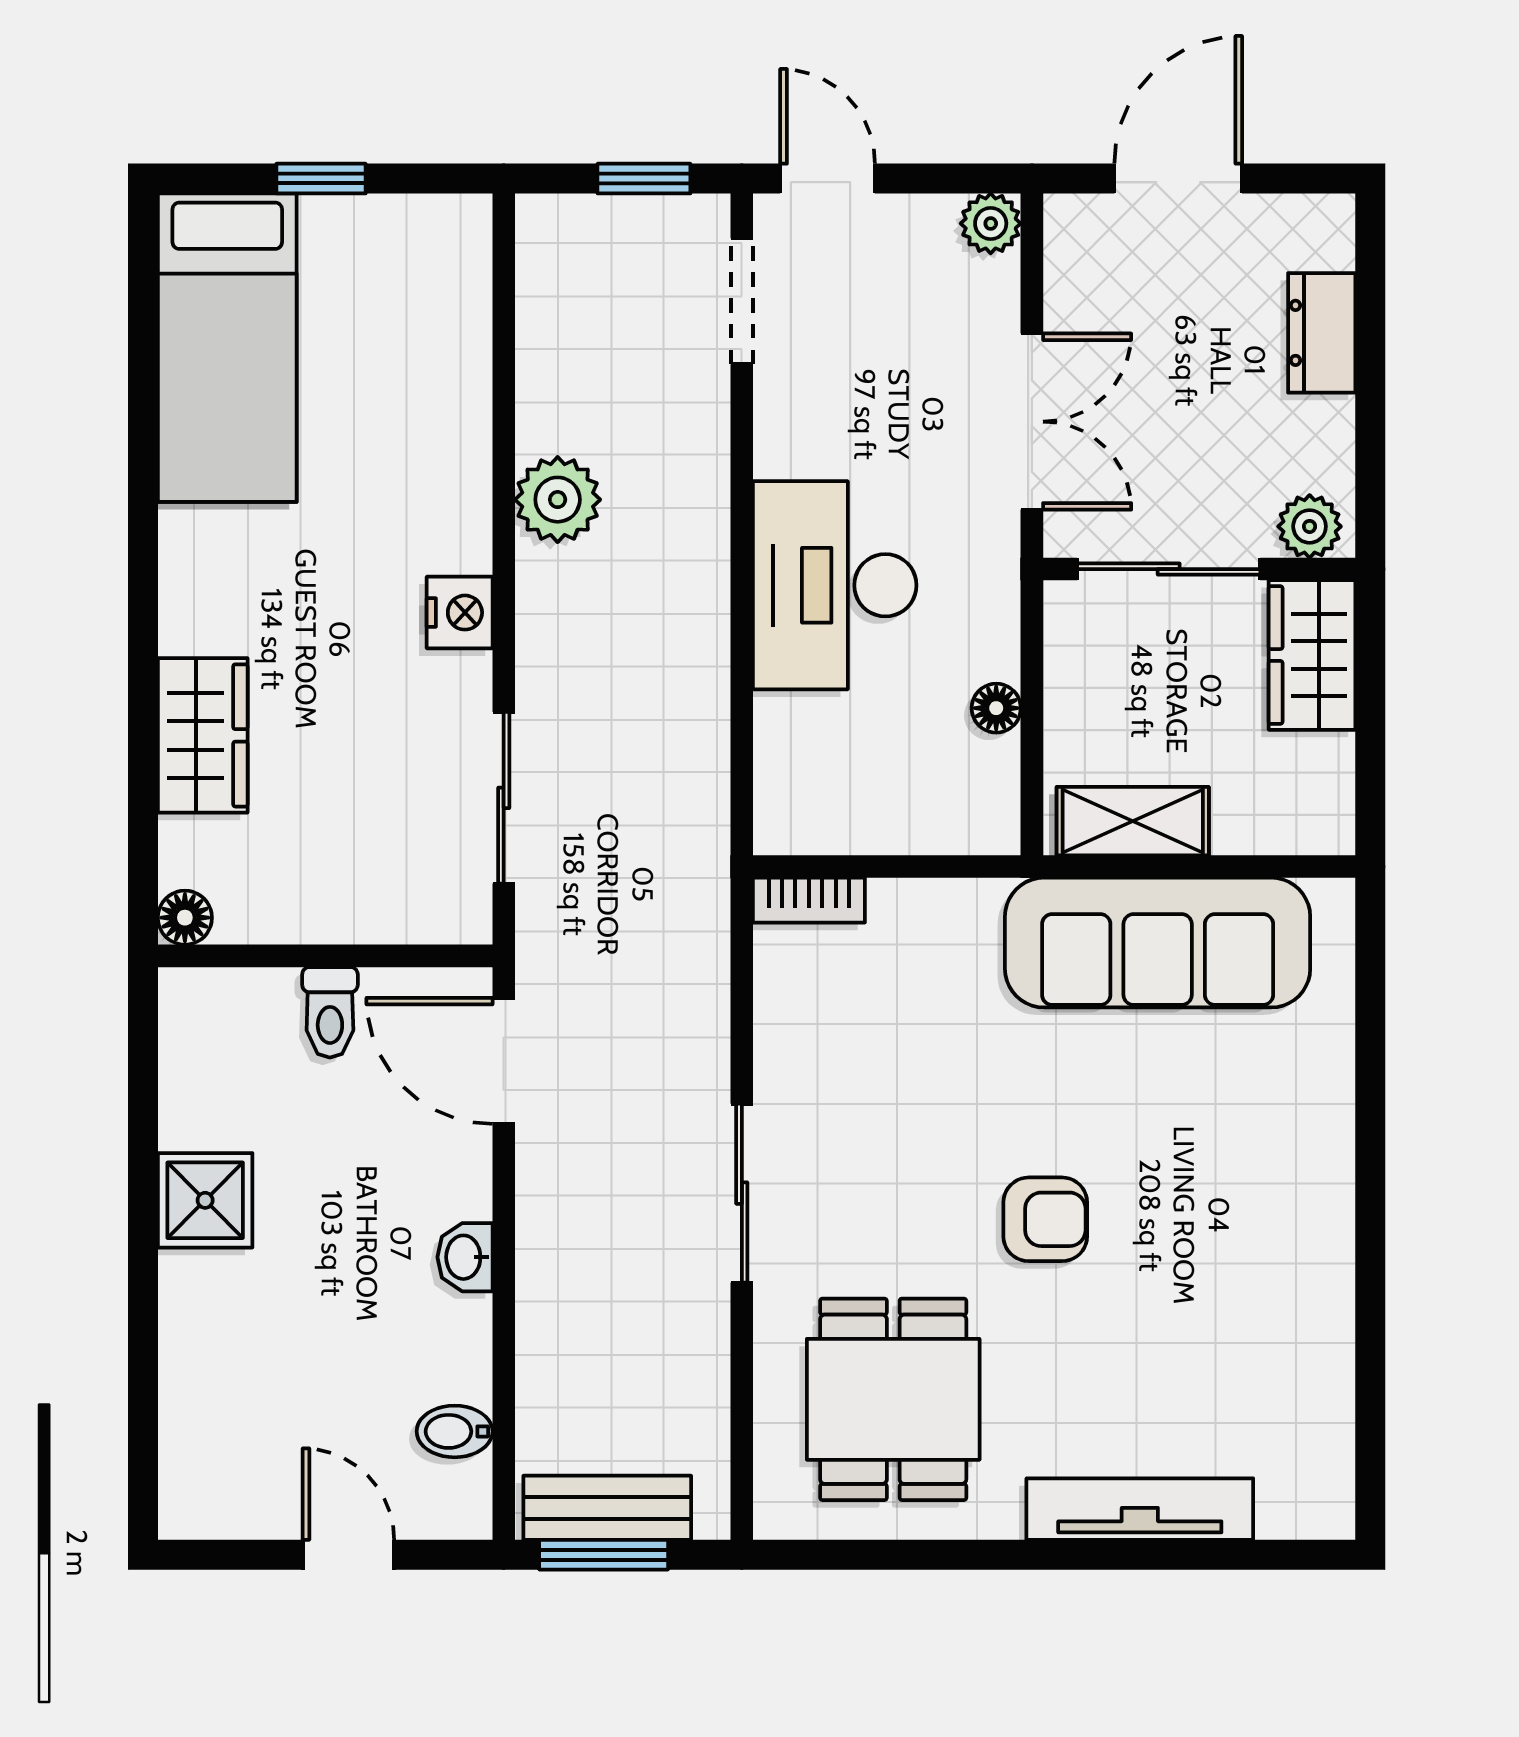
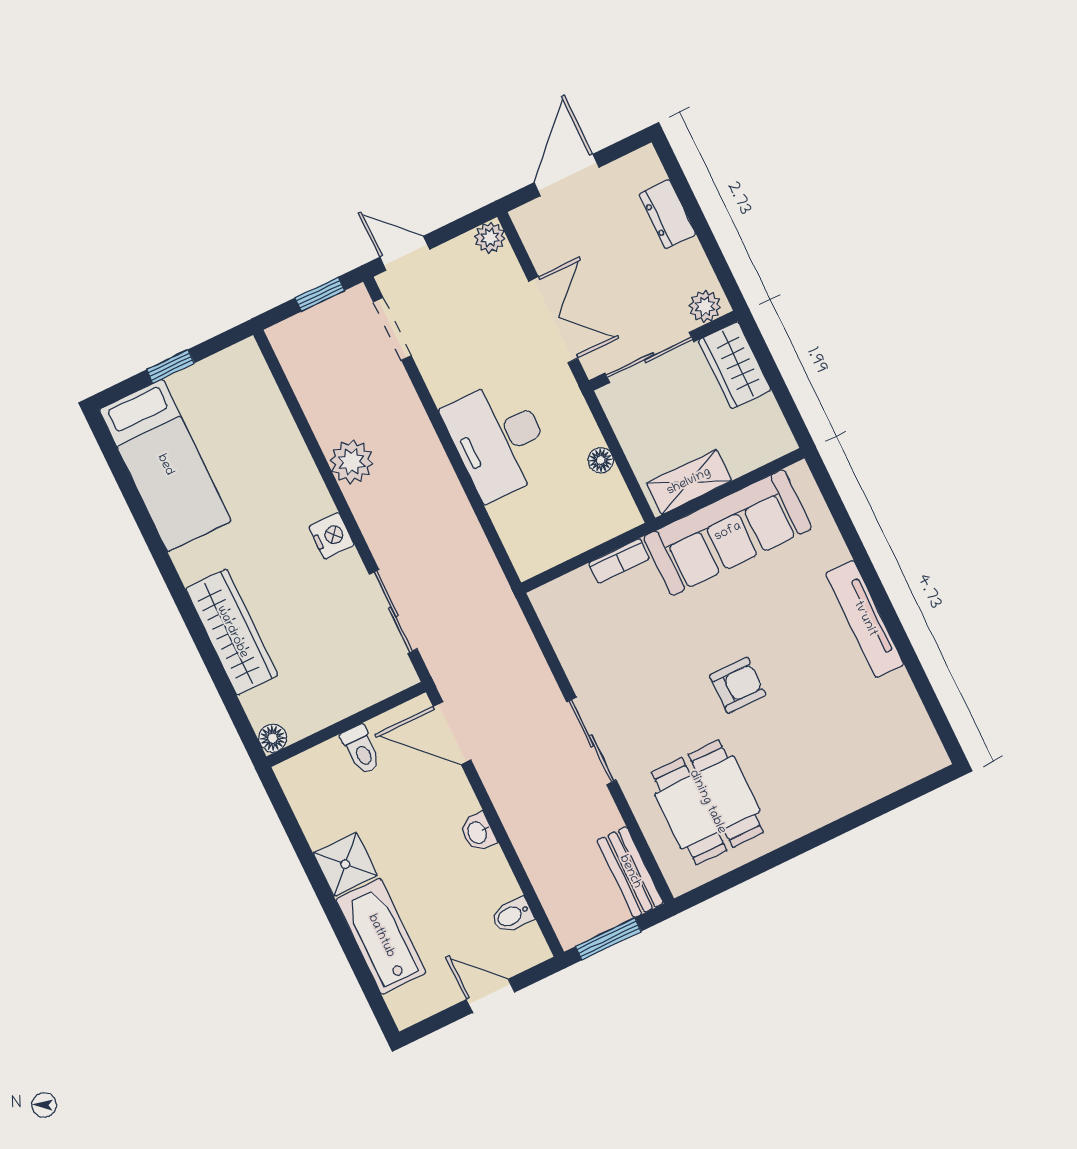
wardrobe: (203, 735) -> (232, 632), width x1.50
bookcase: (809, 900) -> (619, 561), moved
bathtub: (207, 1357) -> (381, 936), added
bench: (607, 1508) -> (630, 872), moved, turned 90
tv unit: (1140, 1509) -> (865, 619), moved, turned -90

